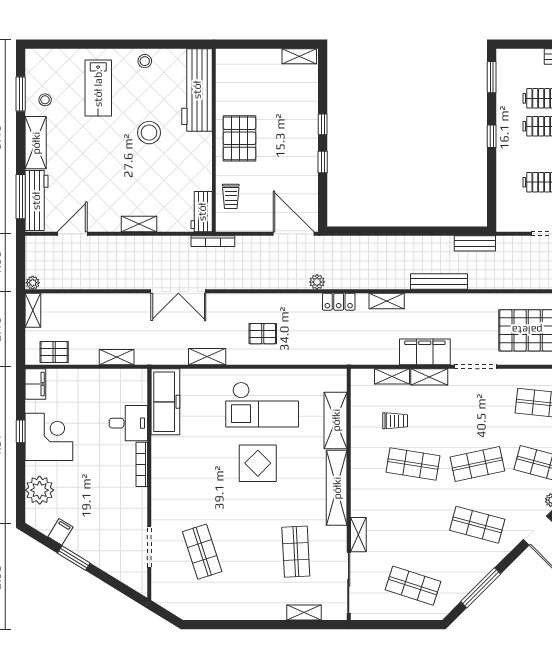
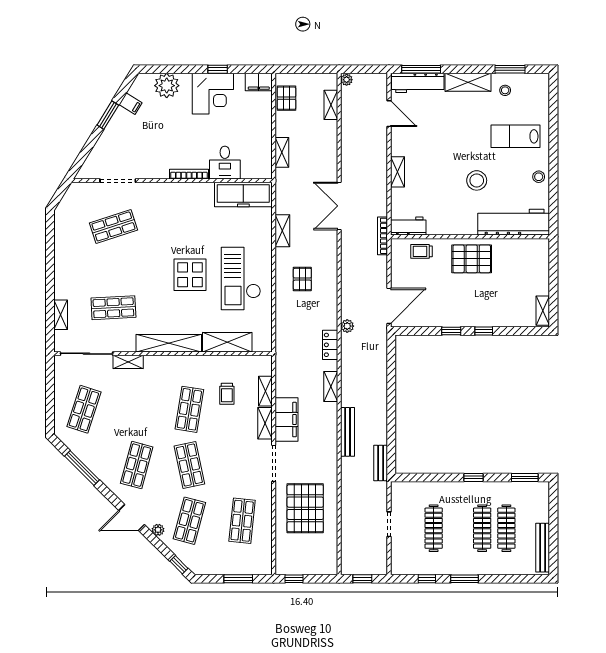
shelving: (33, 310) -> (331, 105), moved, turned 90

